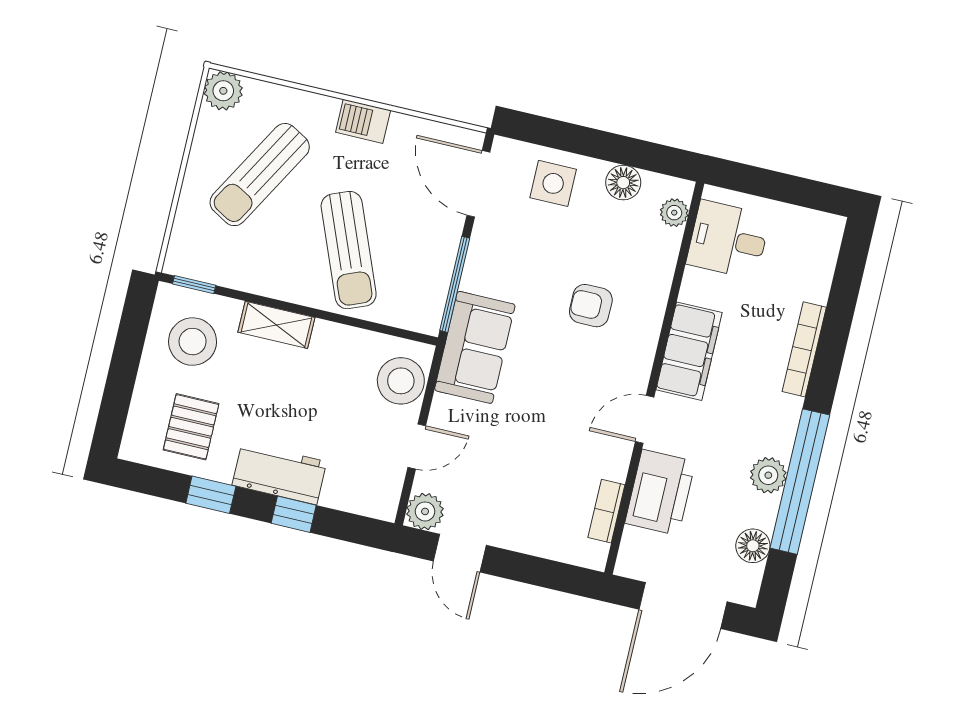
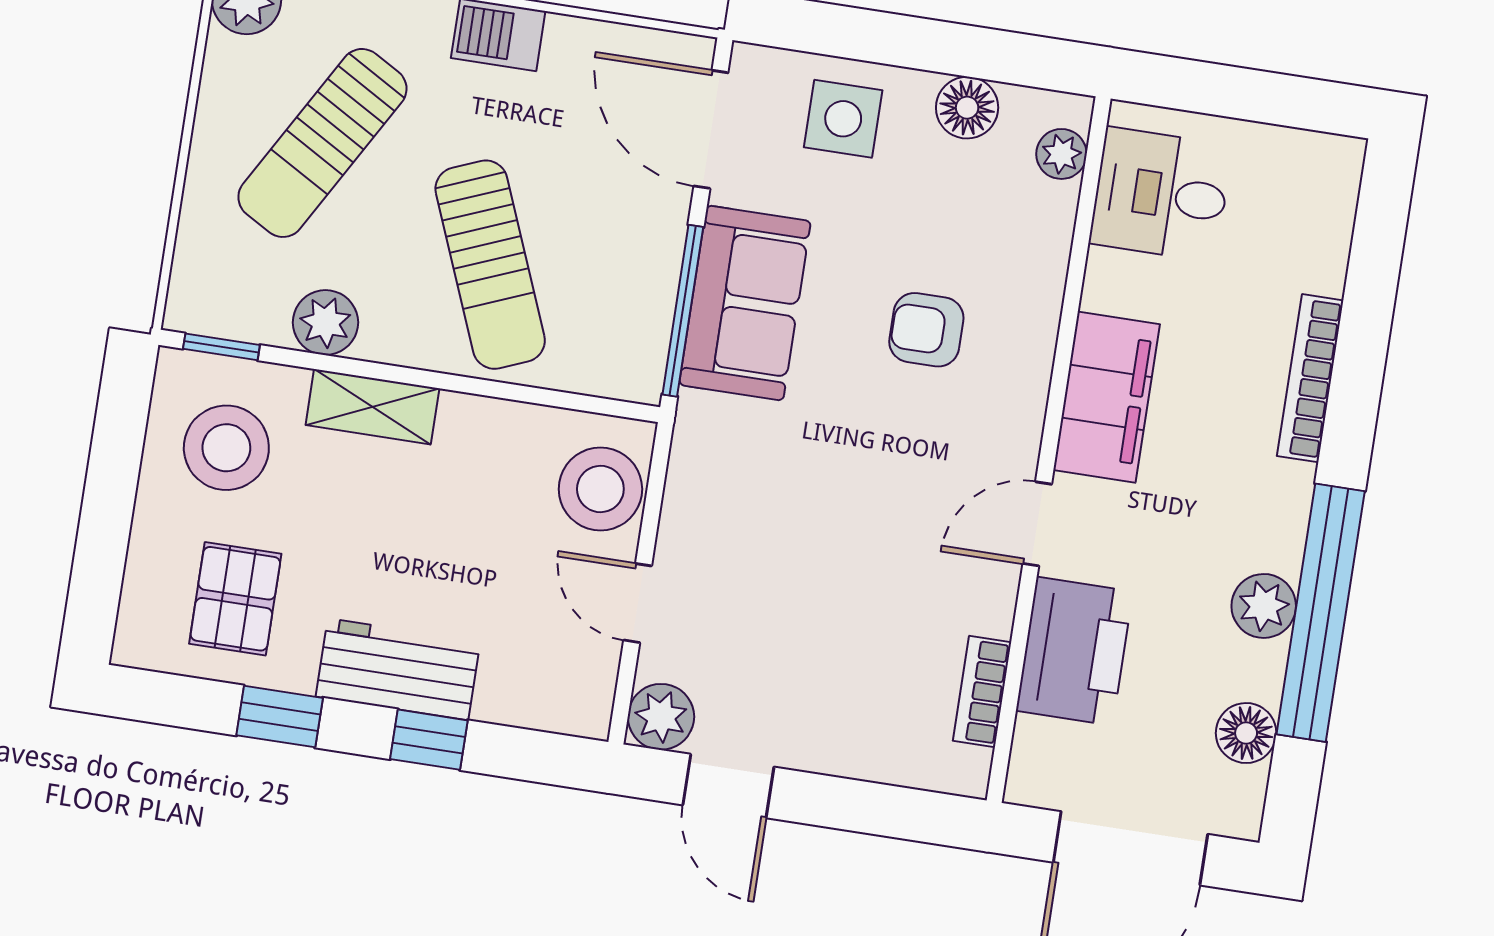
plant: (254, 275) -> (325, 322), added
sofa: (475, 347) -> (745, 303), moved
door: (417, 447) -> (638, 603), swing flipped

